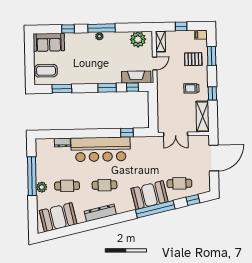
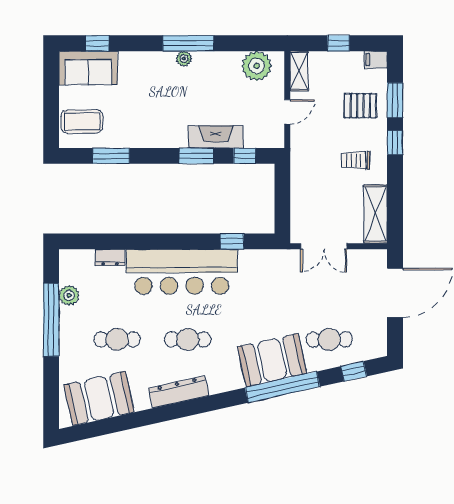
window: (68, 29) -> (97, 43), moved
fireplace: (136, 77) -> (216, 137), moved
window: (212, 93) -> (395, 143), moved
plant: (42, 187) -> (69, 295), moved

